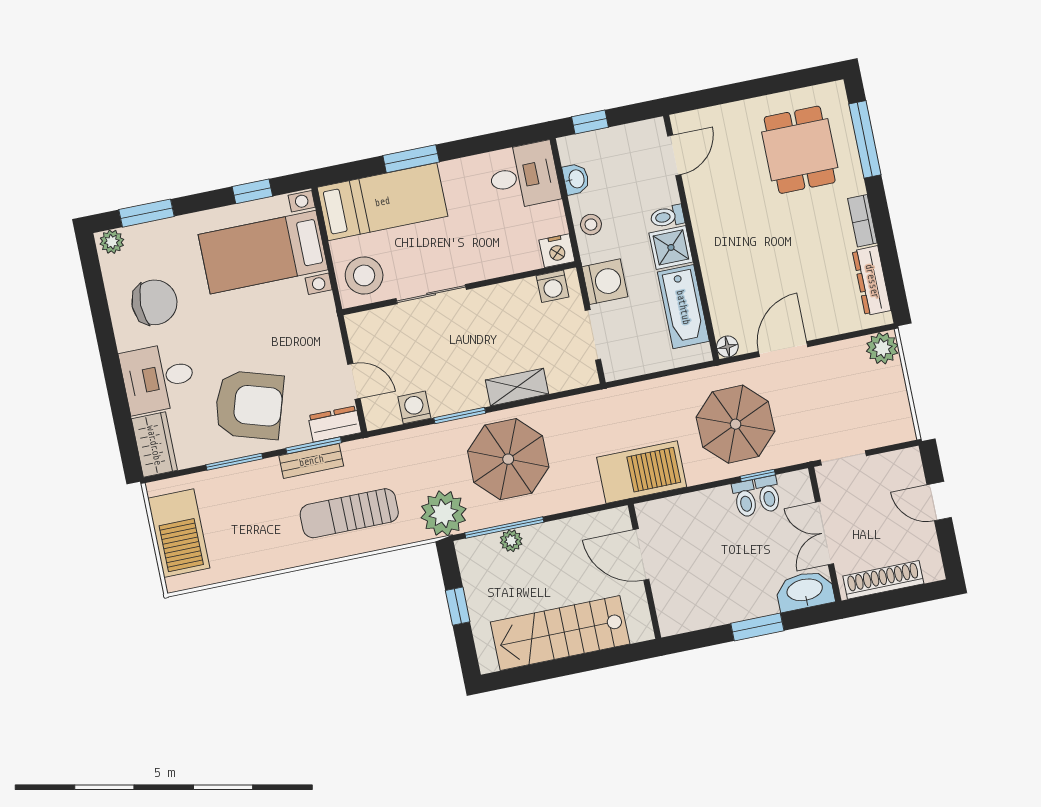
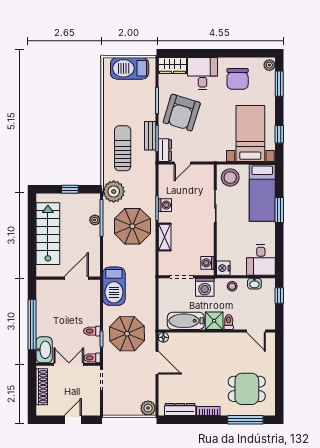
washing machine: (414, 407) -> (165, 205), moved
toilet: (768, 494) -> (92, 358), moved
window: (757, 627) -> (32, 325), width x2.11

